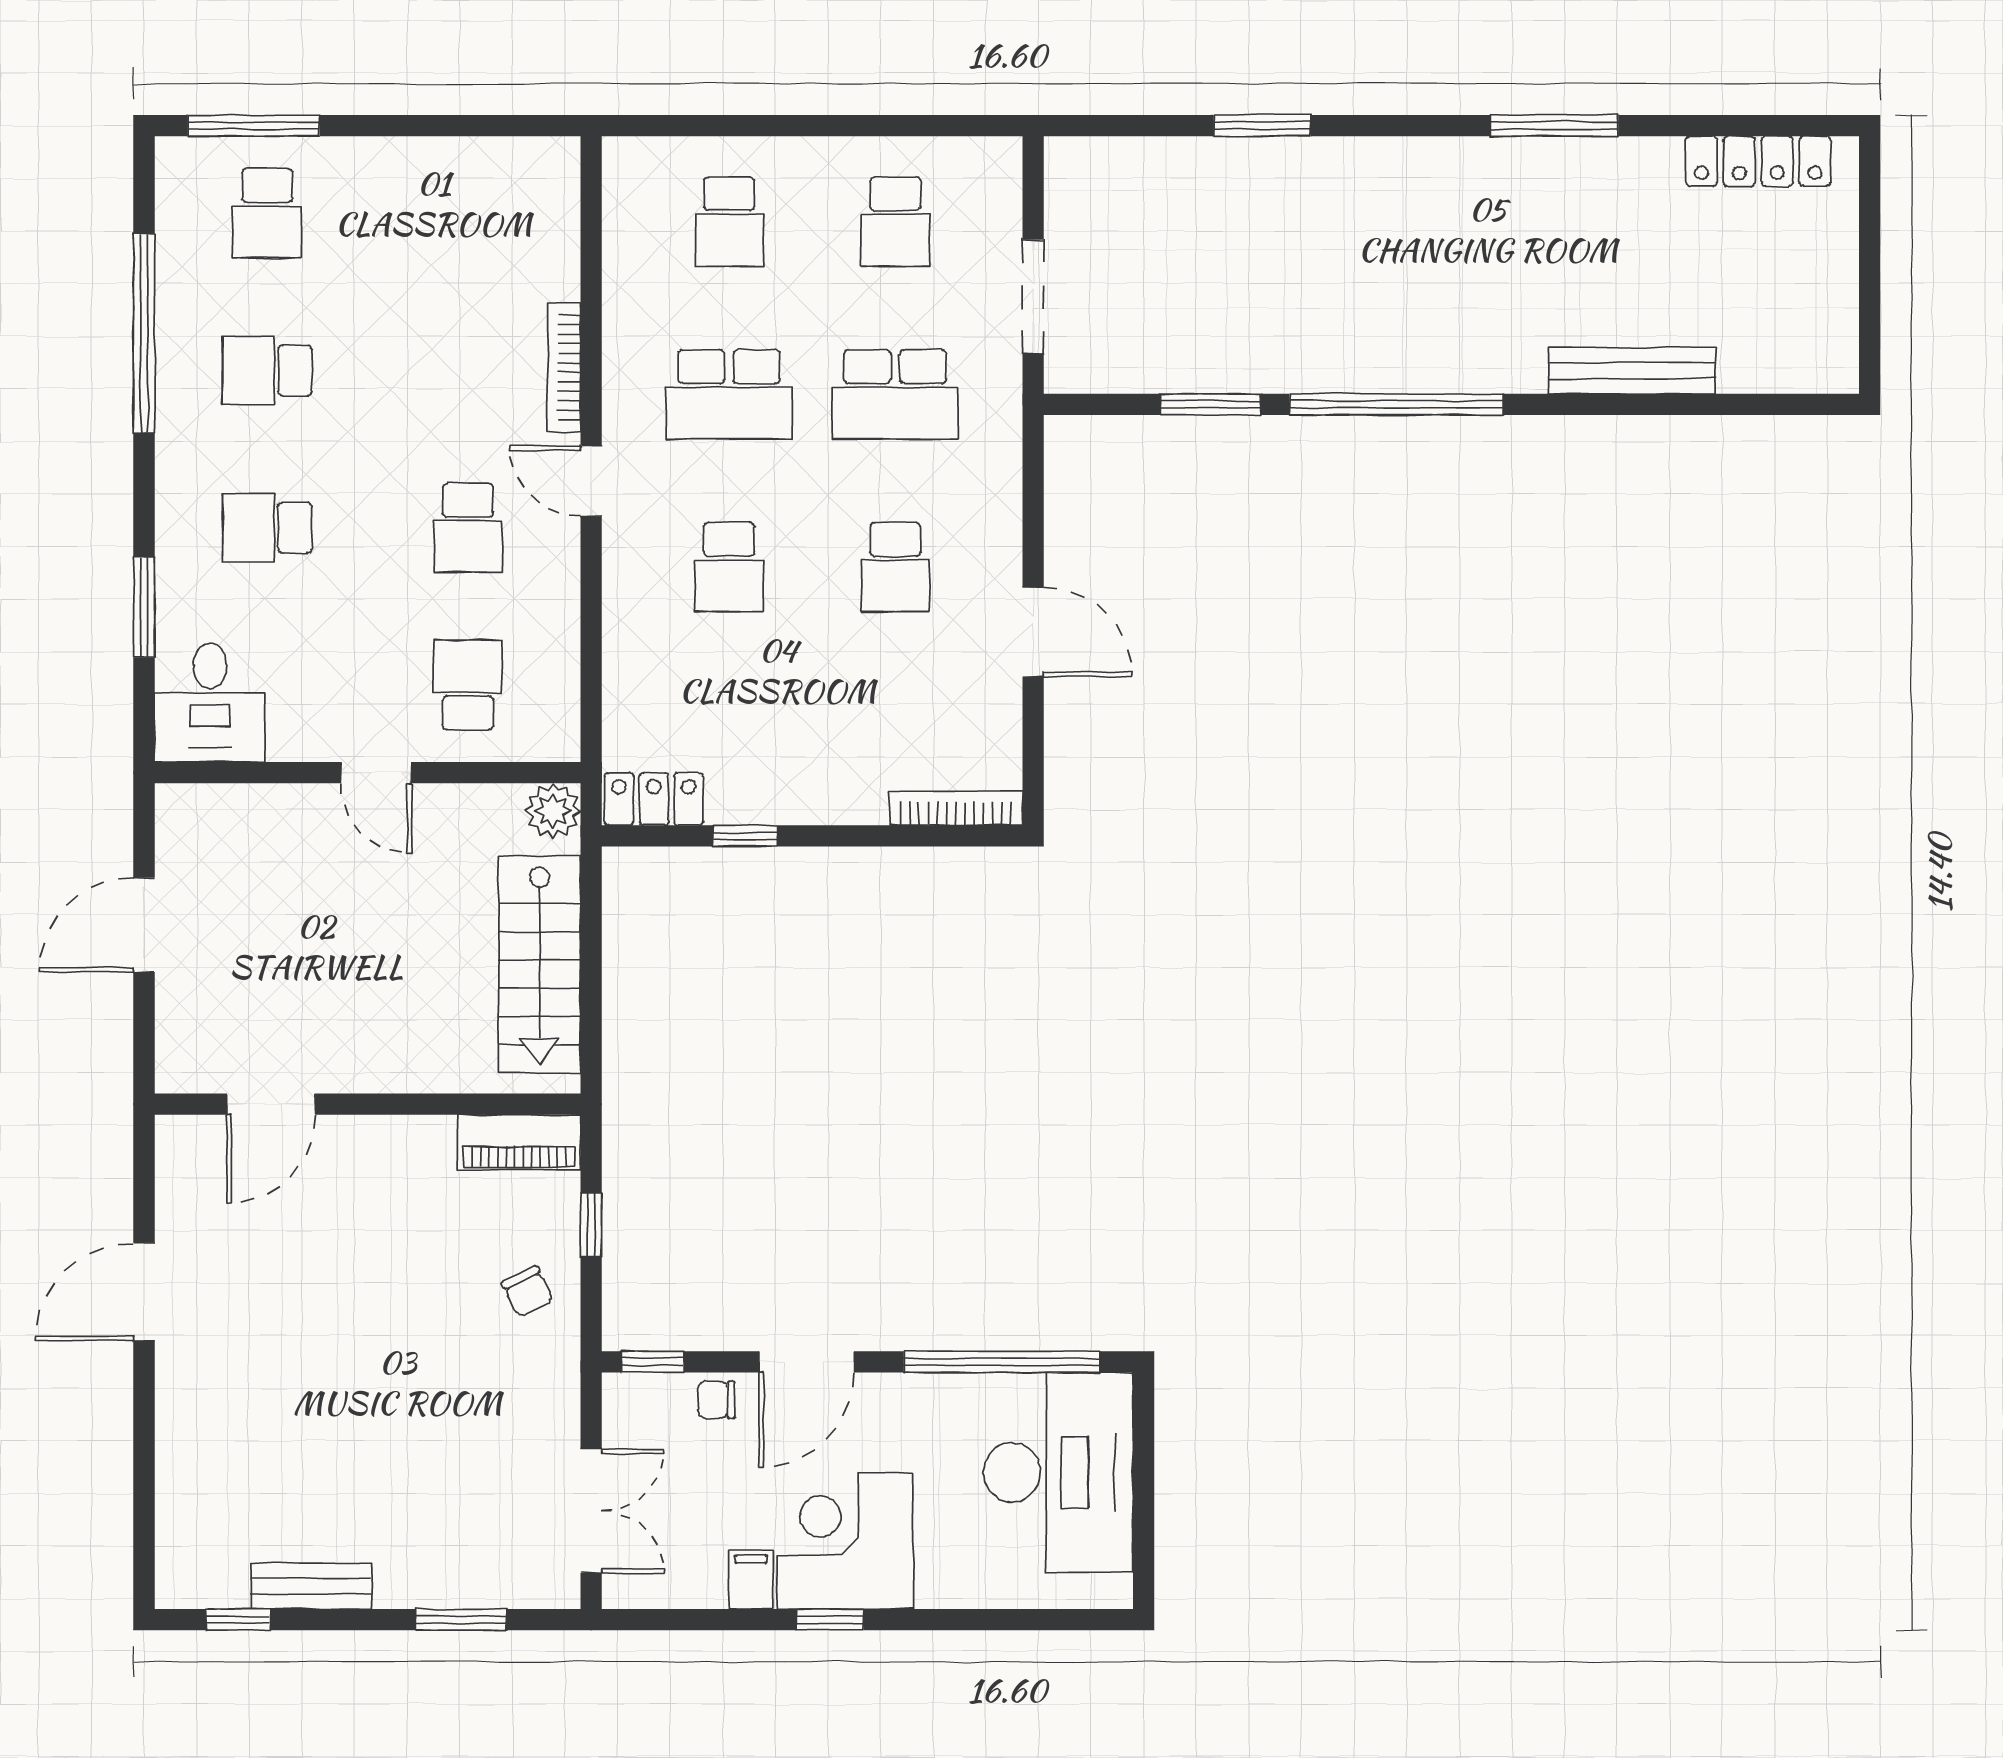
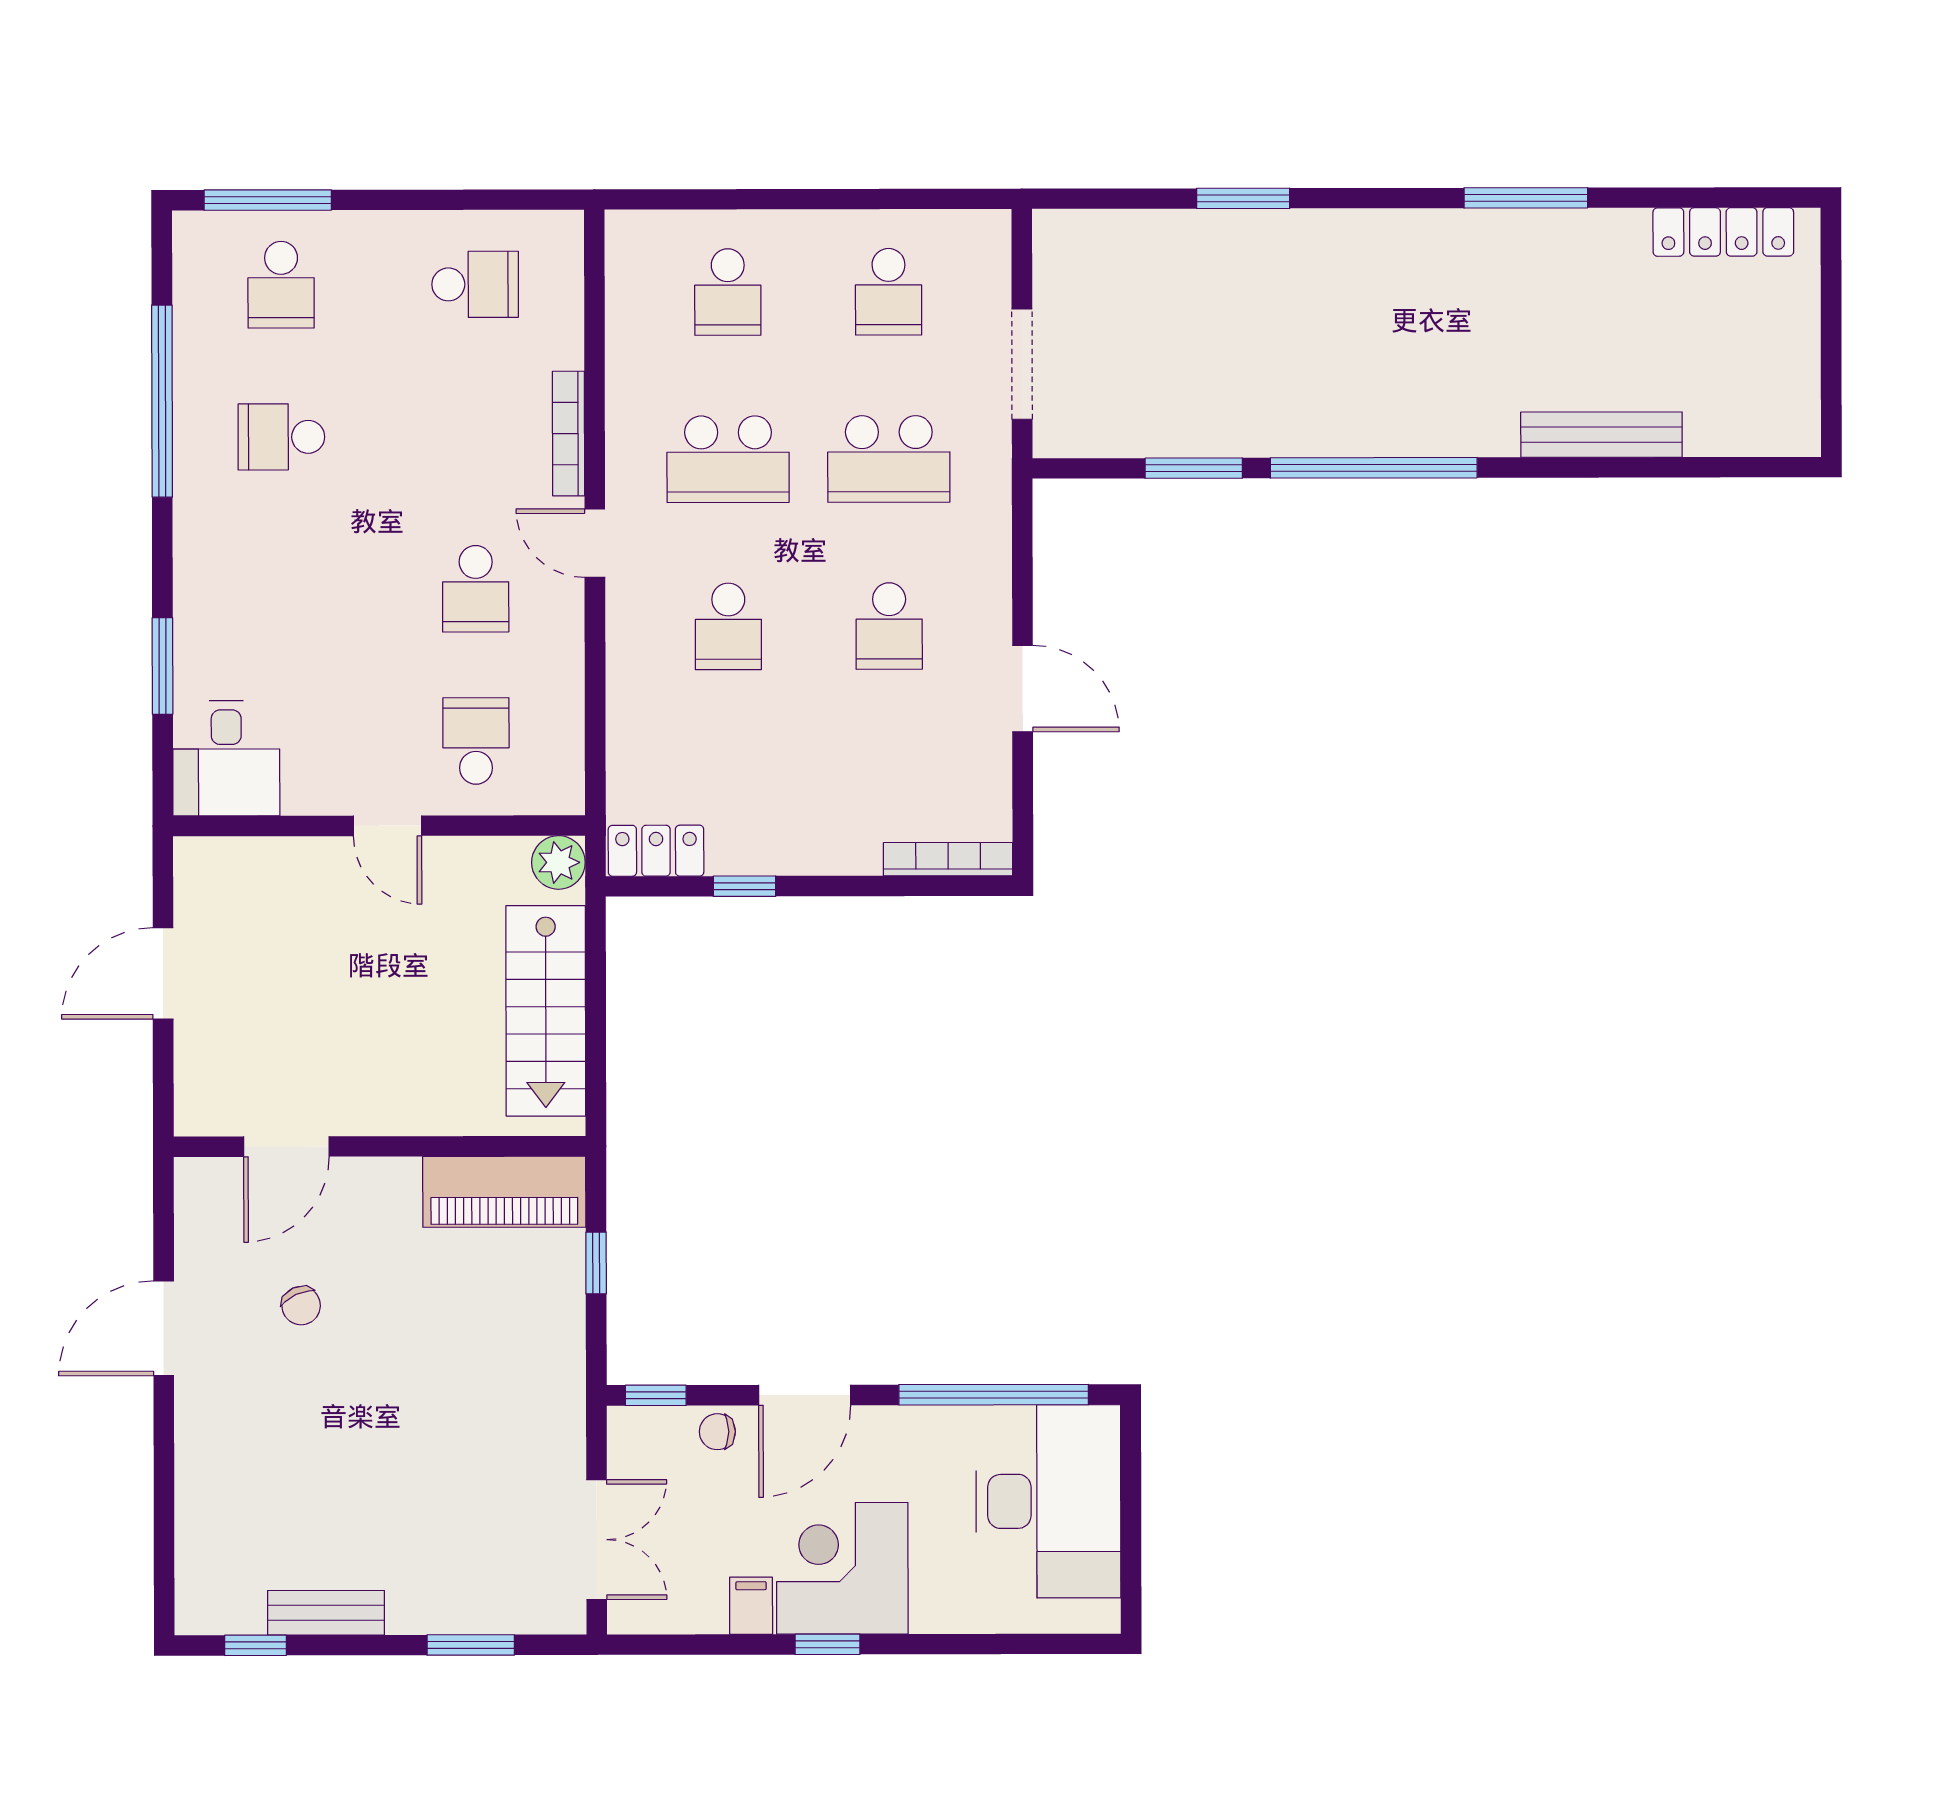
school desk: (267, 528) -> (475, 284), moved, turned 180
piano: (519, 1142) -> (504, 1192), width x1.37, depth x1.33
chair: (528, 1292) -> (301, 1306), moved

